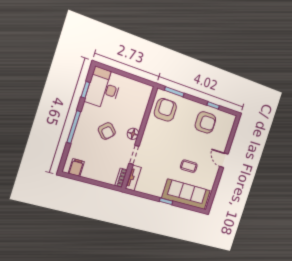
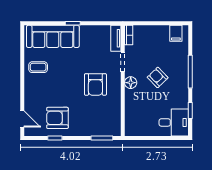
desk: (103, 88) -> (174, 122), width x0.73
armchair: (165, 110) -> (95, 84), moved
door: (224, 160) -> (22, 119), moved
coffee table: (189, 166) -> (38, 67), moved

